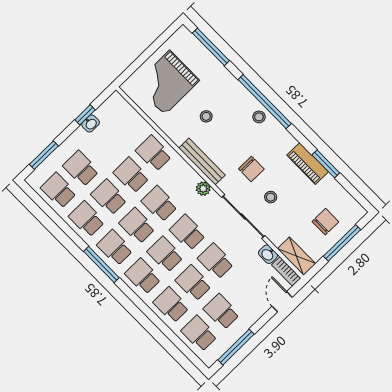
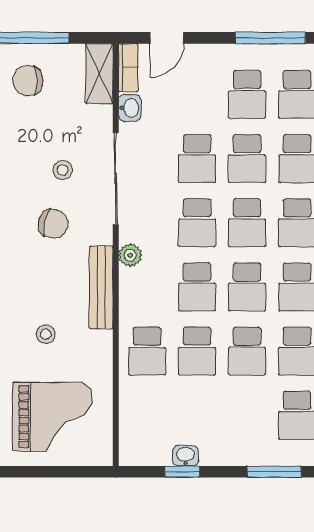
school desk: (81, 169) -> (247, 415), removed
chair: (251, 169) -> (53, 224), turned 102

